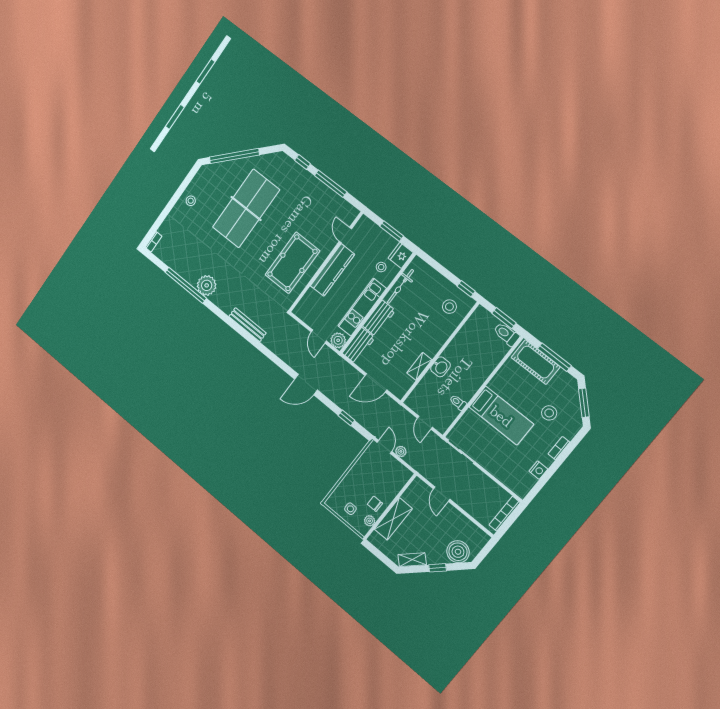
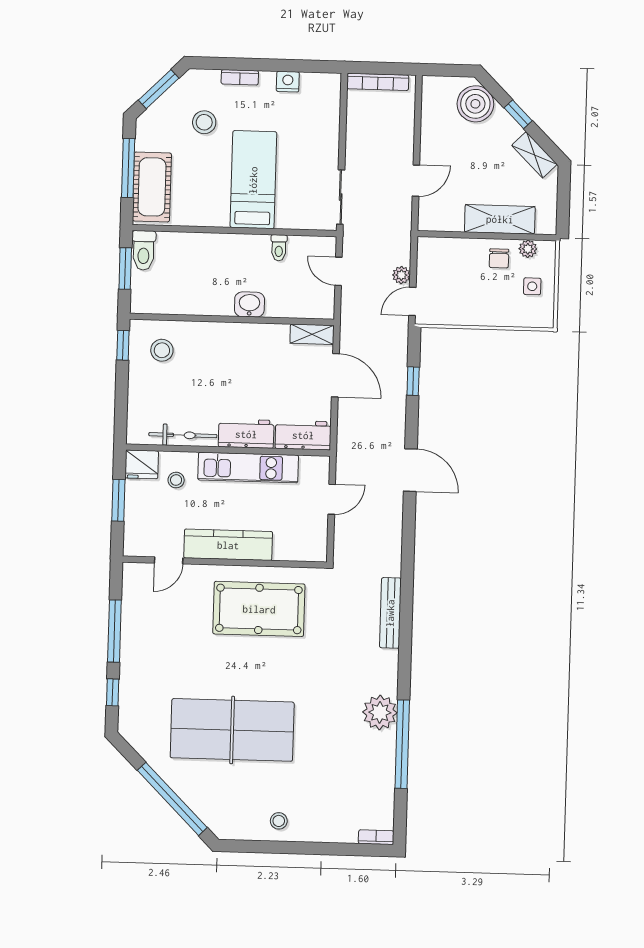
plant: (338, 340) -> (317, 468), removed
shelving: (419, 366) -> (312, 334), moved
door: (425, 423) -> (338, 271), swing flipped

